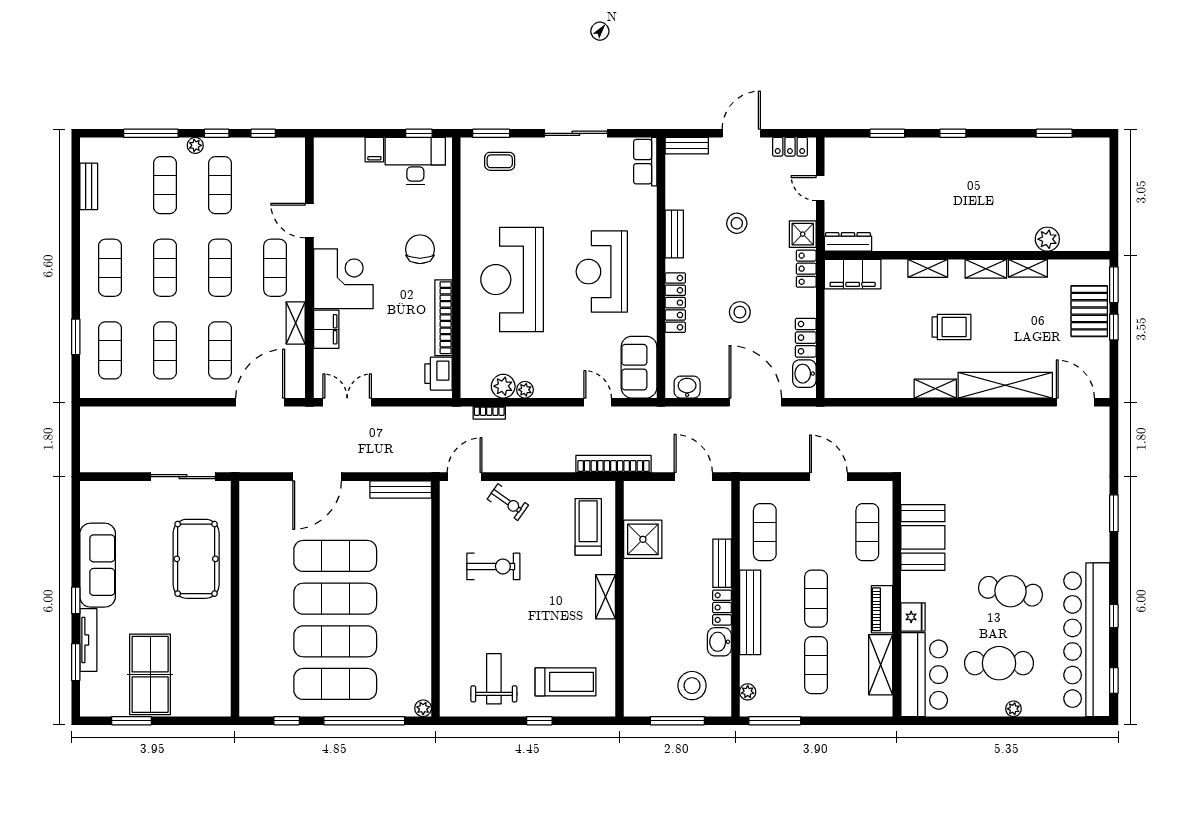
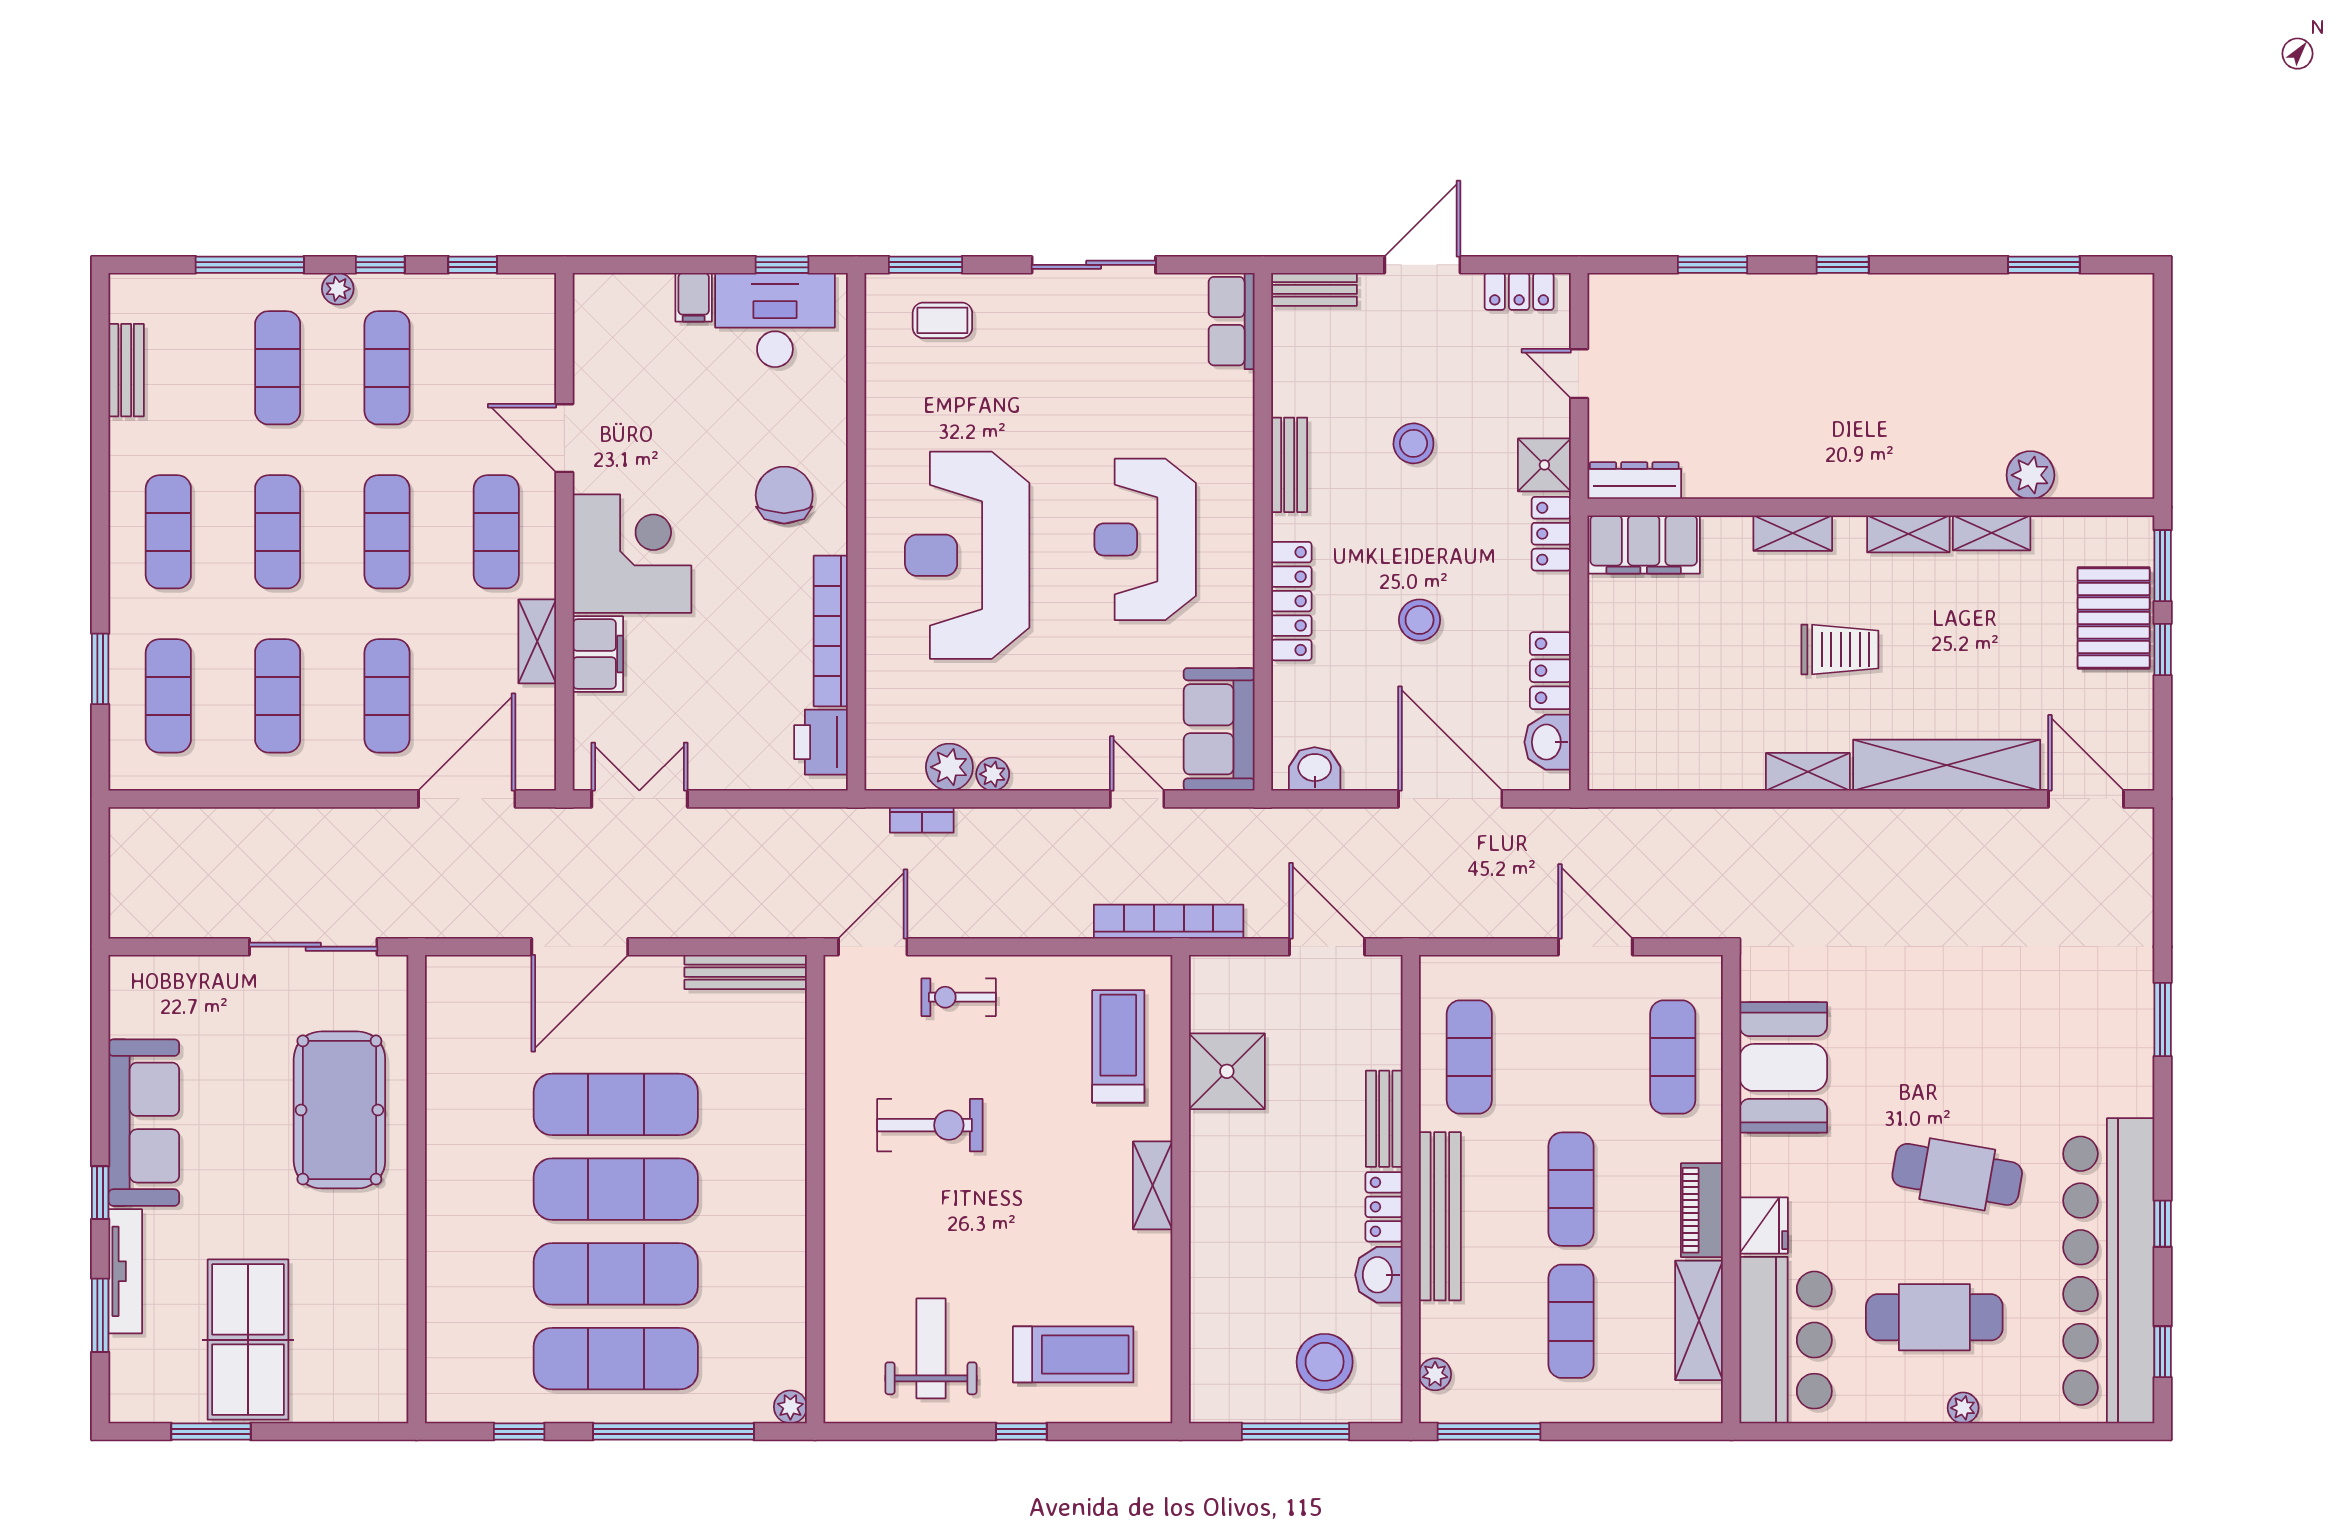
exercise bike: (508, 502) -> (959, 997), turned 145

